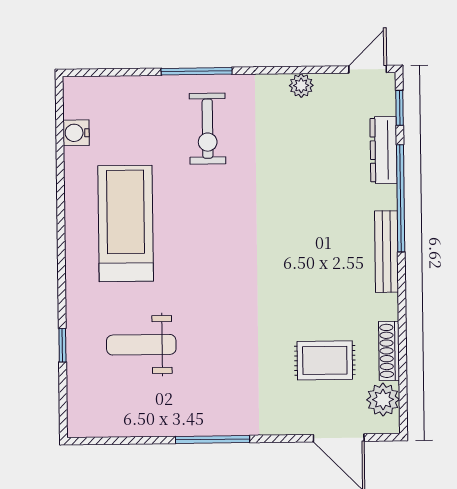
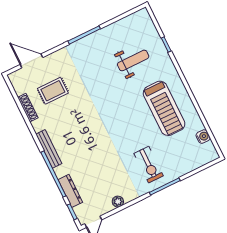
exercise bike: (208, 129) -> (149, 165), turned 180
plant: (383, 400) -> (20, 86), removed

